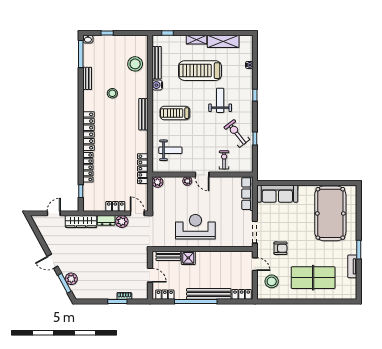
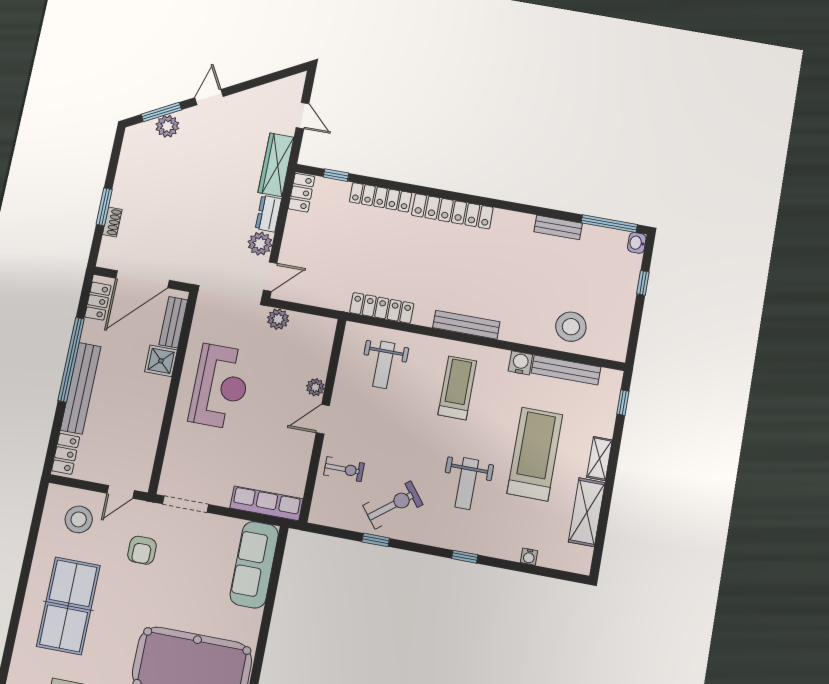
stool: (112, 93) -> (520, 271), removed
weight bench: (220, 100) -> (467, 484), turned 90
locker: (143, 169) -> (382, 308), moved
plant: (157, 182) -> (278, 319), moved
locker: (115, 206) -> (301, 193), moved
door: (150, 275) -> (142, 279), width x1.88

